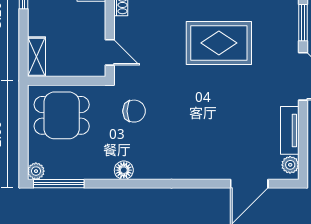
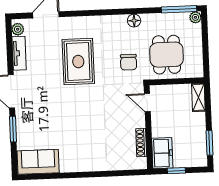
rug: (219, 43) -> (78, 62), moved, turned 90
chair: (134, 111) -> (129, 62), turned -90
dining table: (62, 115) -> (167, 55), moved, turned 90

